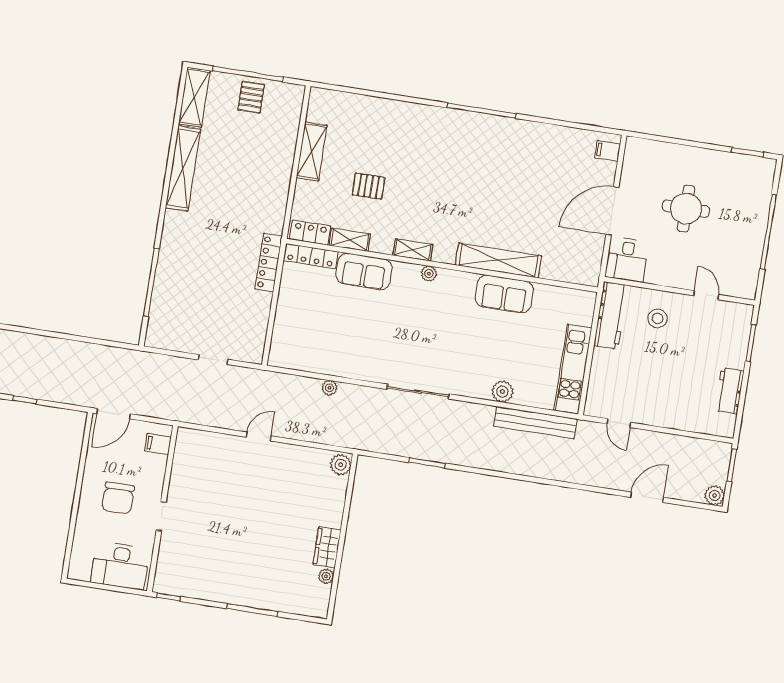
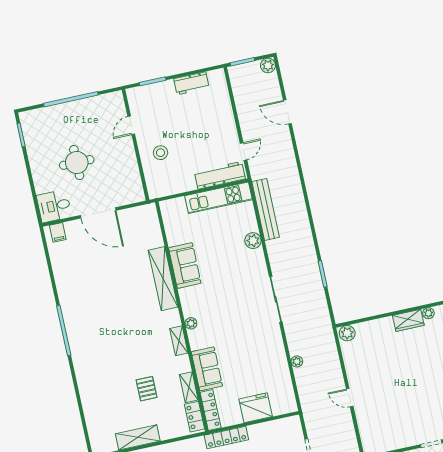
desk: (627, 259) -> (54, 206), moved, turned 180
fridge: (292, 314) -> (256, 408), added
workbench: (611, 316) -> (220, 175), moved

